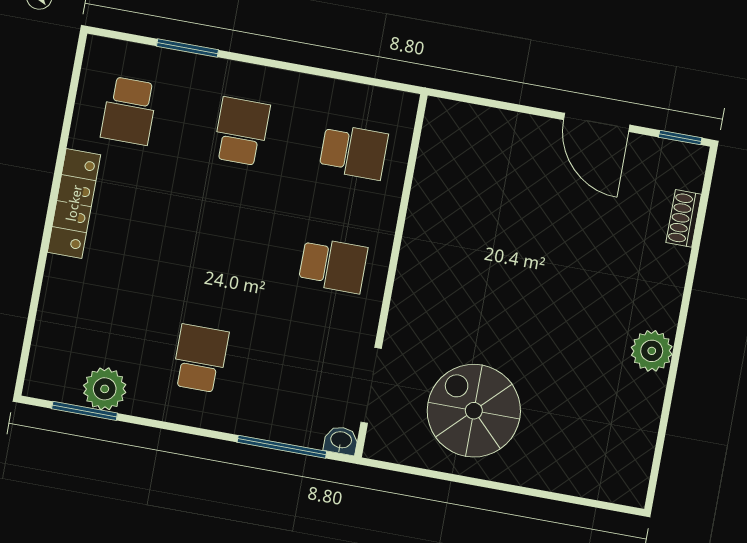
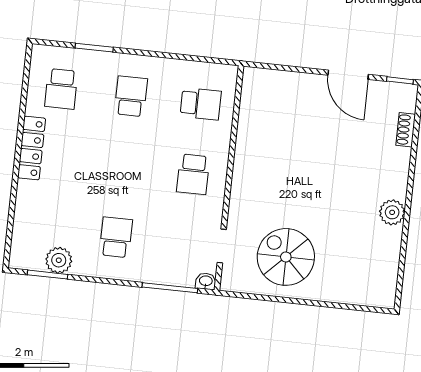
school desk: (333, 265) -> (193, 174), turned 90
doorway: (371, 385) -> (222, 246), width x0.73

